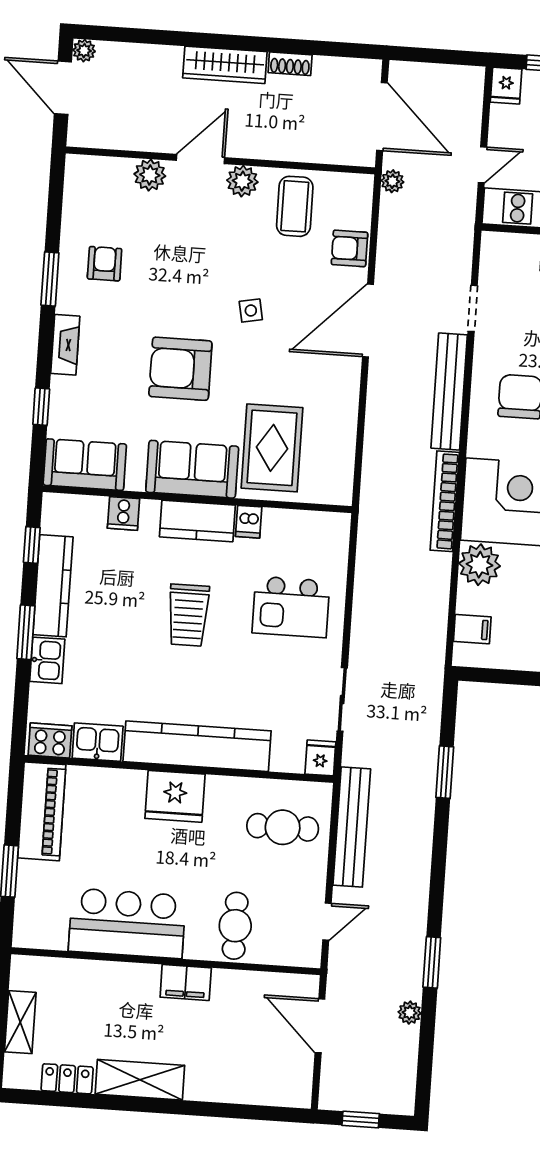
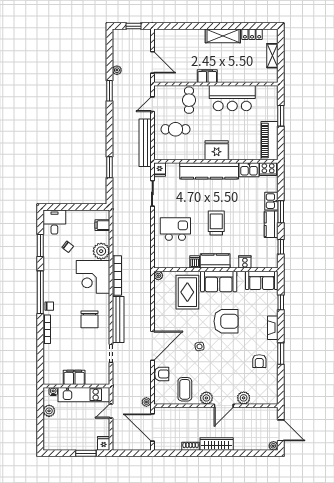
plant: (341, 494) -> (158, 276), added
kitchen counter: (53, 586) -> (271, 224), width x0.67
cafe table: (283, 827) -> (175, 129), moved

